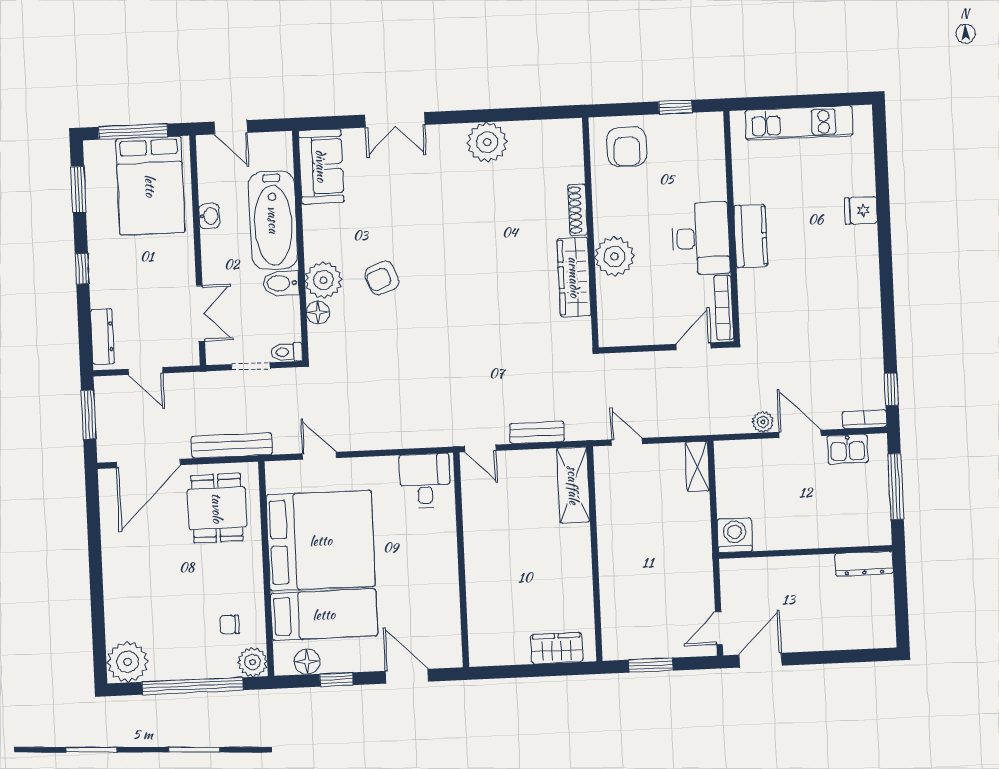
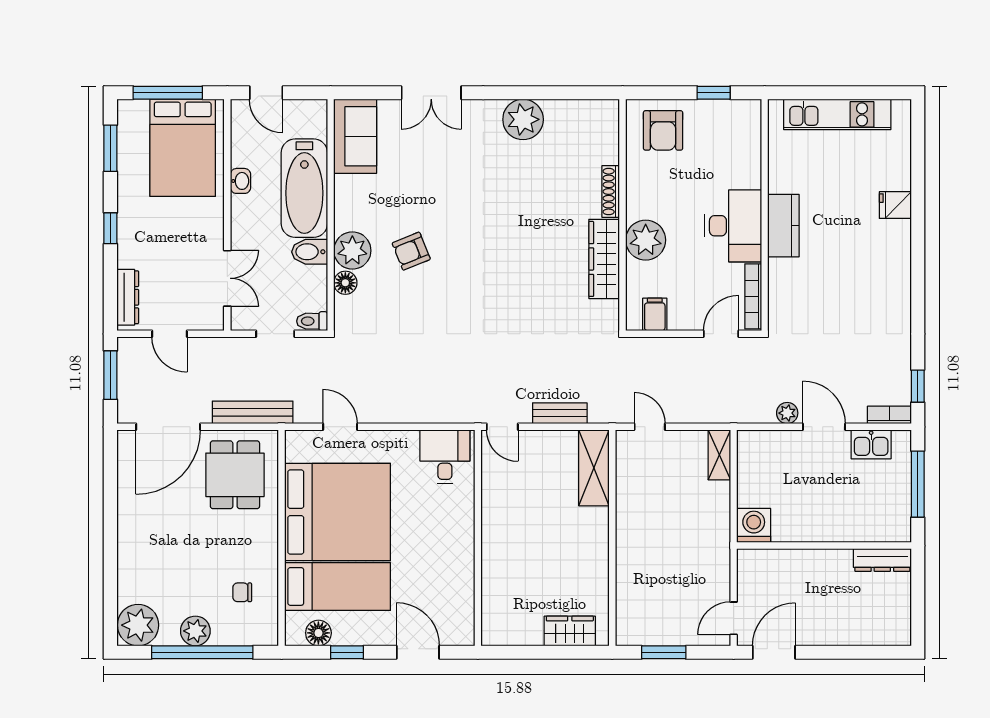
filing cabinet: (627, 330) -> (655, 314), added
plant: (253, 662) -> (195, 631), moved

